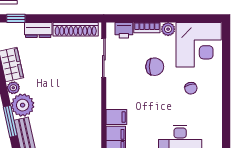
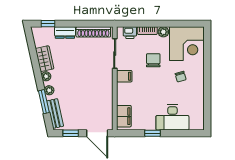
chair: (155, 67) -> (153, 60), turned -90
plant: (23, 105) -> (49, 90), width x0.53, depth x0.53
filing cabinet: (116, 117) -> (124, 76), moved

